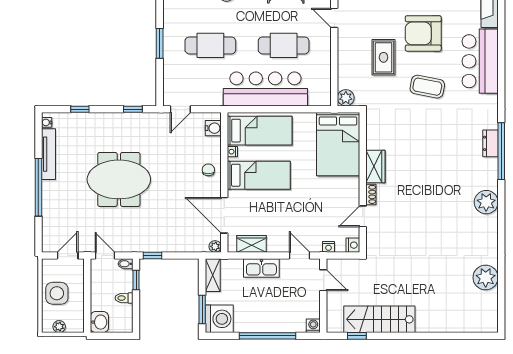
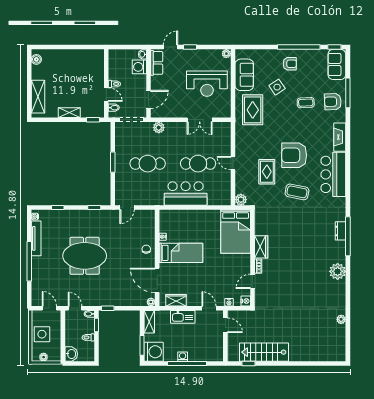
door: (334, 18) -> (233, 163), moved
bar counter: (265, 89) -> (186, 194), width x0.73
water cooler: (213, 128) -> (150, 221), removed
bed: (260, 131) -> (182, 222), removed
door: (68, 256) -> (49, 308), hinge flipped
plant: (486, 278) -> (341, 319), width x0.53, depth x0.53
washing machine: (313, 326) -> (183, 357), moved

